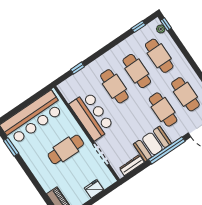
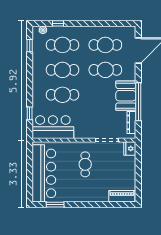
window: (166, 24) -> (58, 23), moved
bar counter: (92, 116) -> (53, 127), moved
cafe table: (66, 149) -> (85, 164), width x0.73, depth x0.74
window: (167, 150) -> (138, 102), moved
fridge: (94, 189) -> (130, 149), moved

